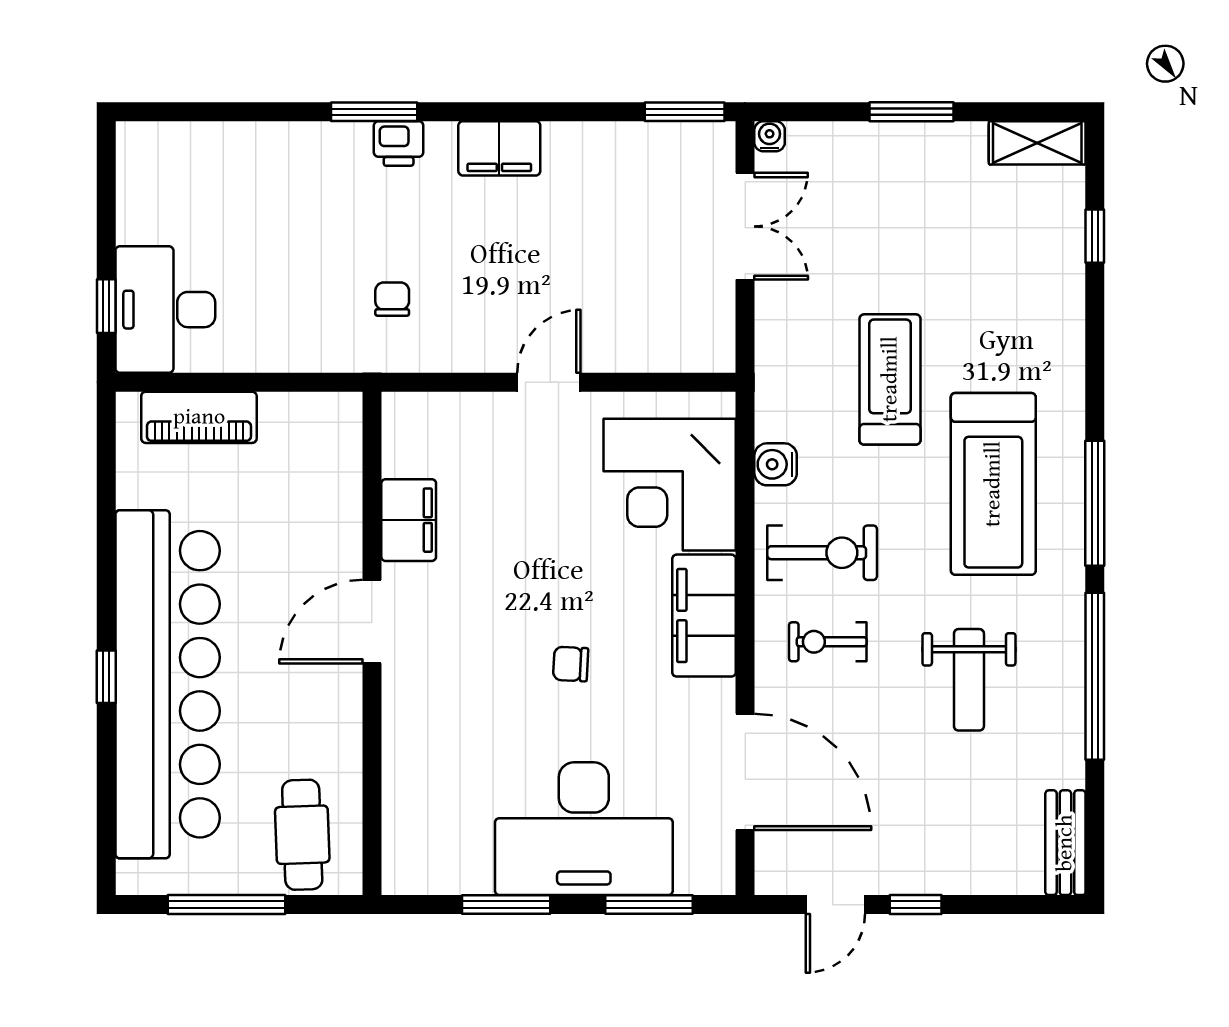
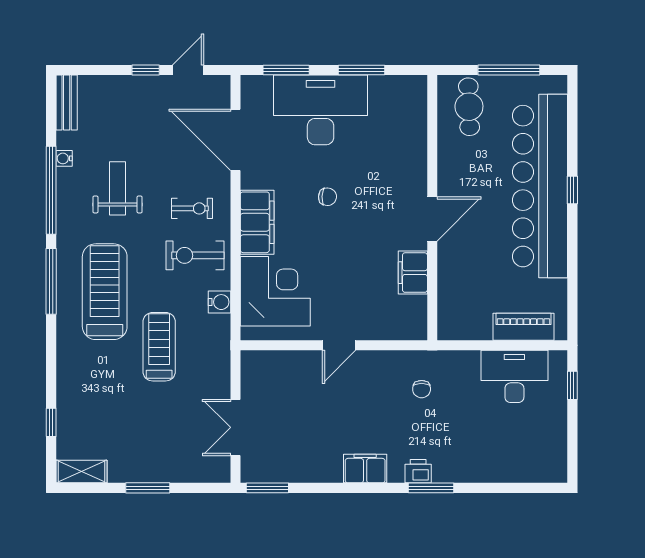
water cooler: (770, 136) -> (64, 158), moved, turned 90
desk: (165, 310) -> (514, 376), moved, turned -90
treadmill: (890, 379) -> (159, 347), turned 180

